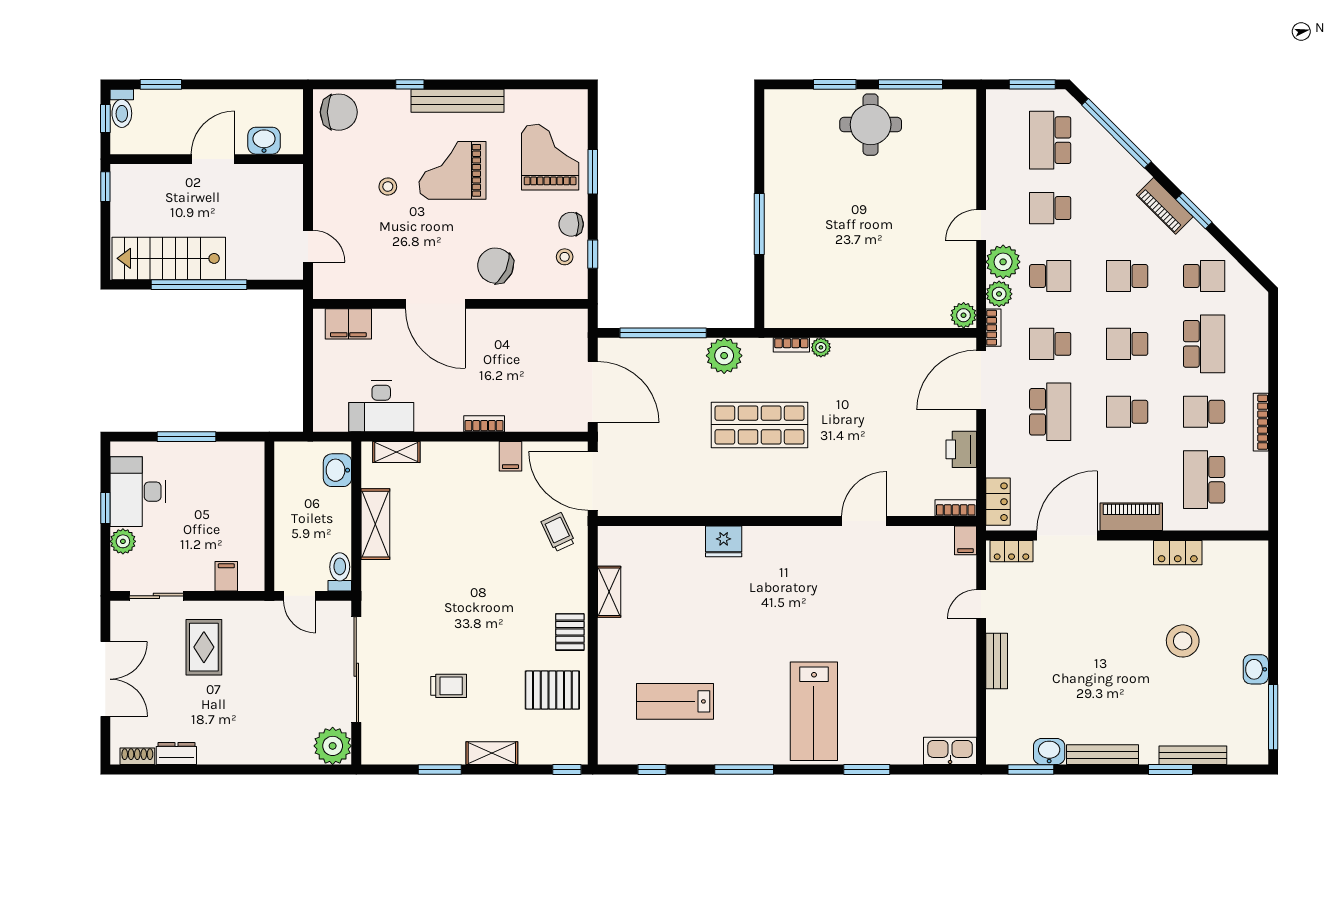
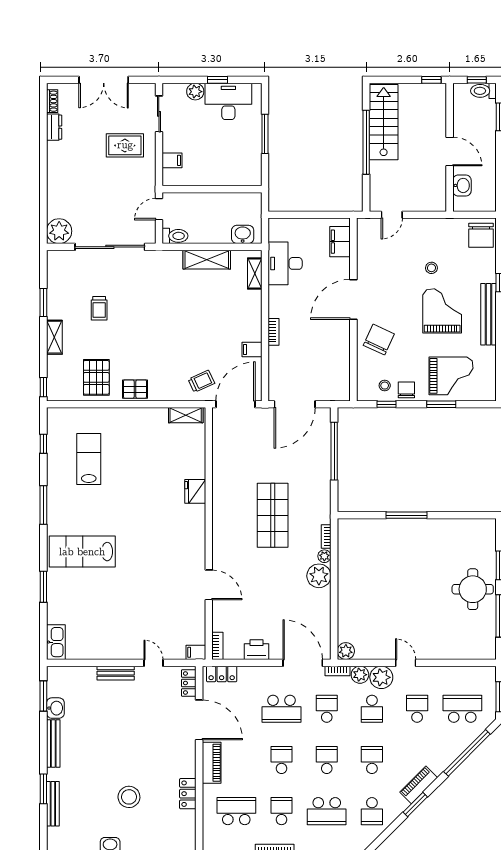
plant: (724, 356) -> (319, 576), moved
shelving: (609, 592) -> (186, 415), moved

